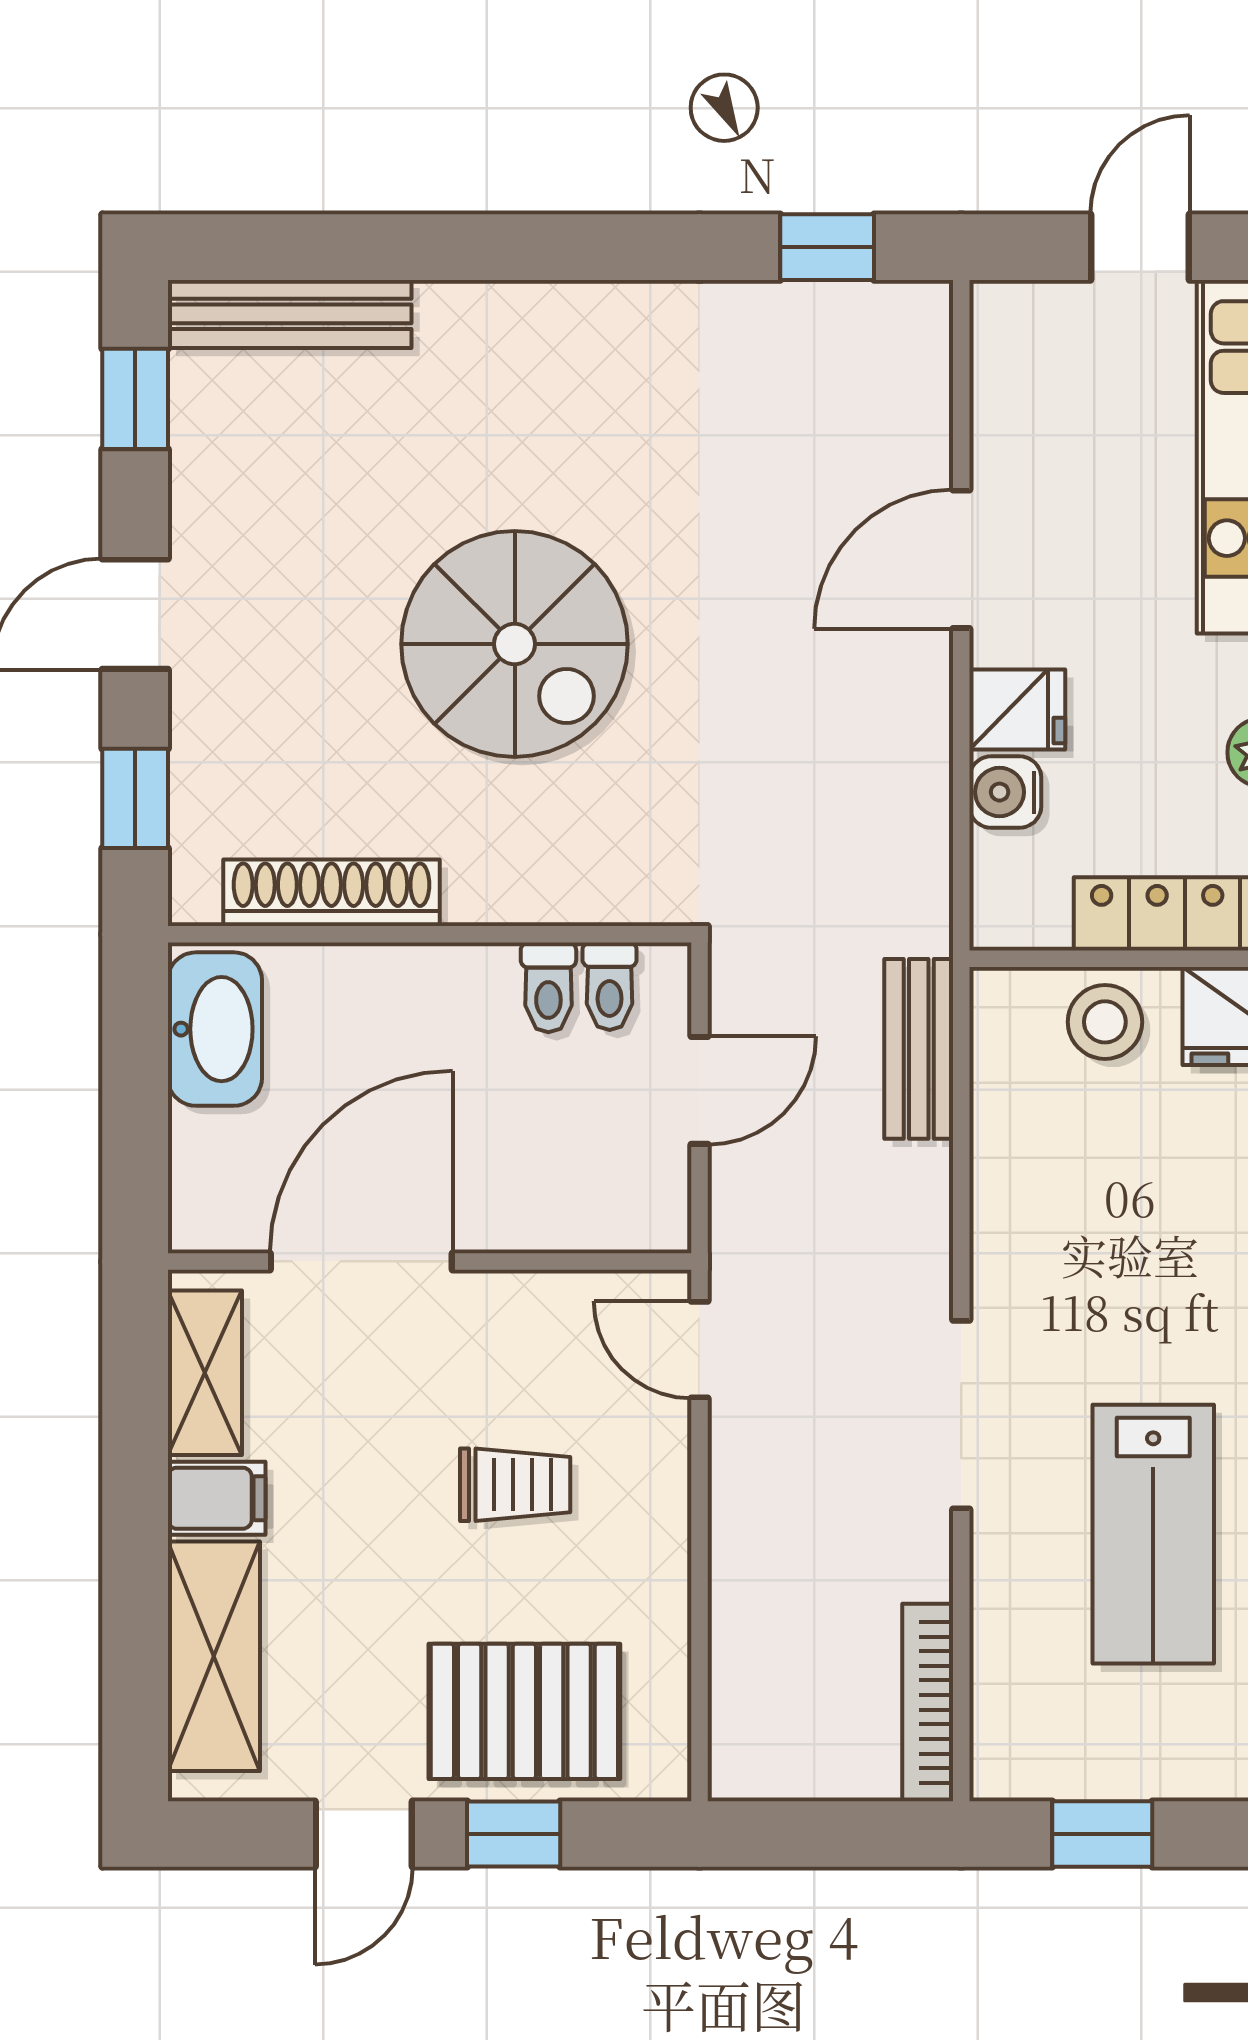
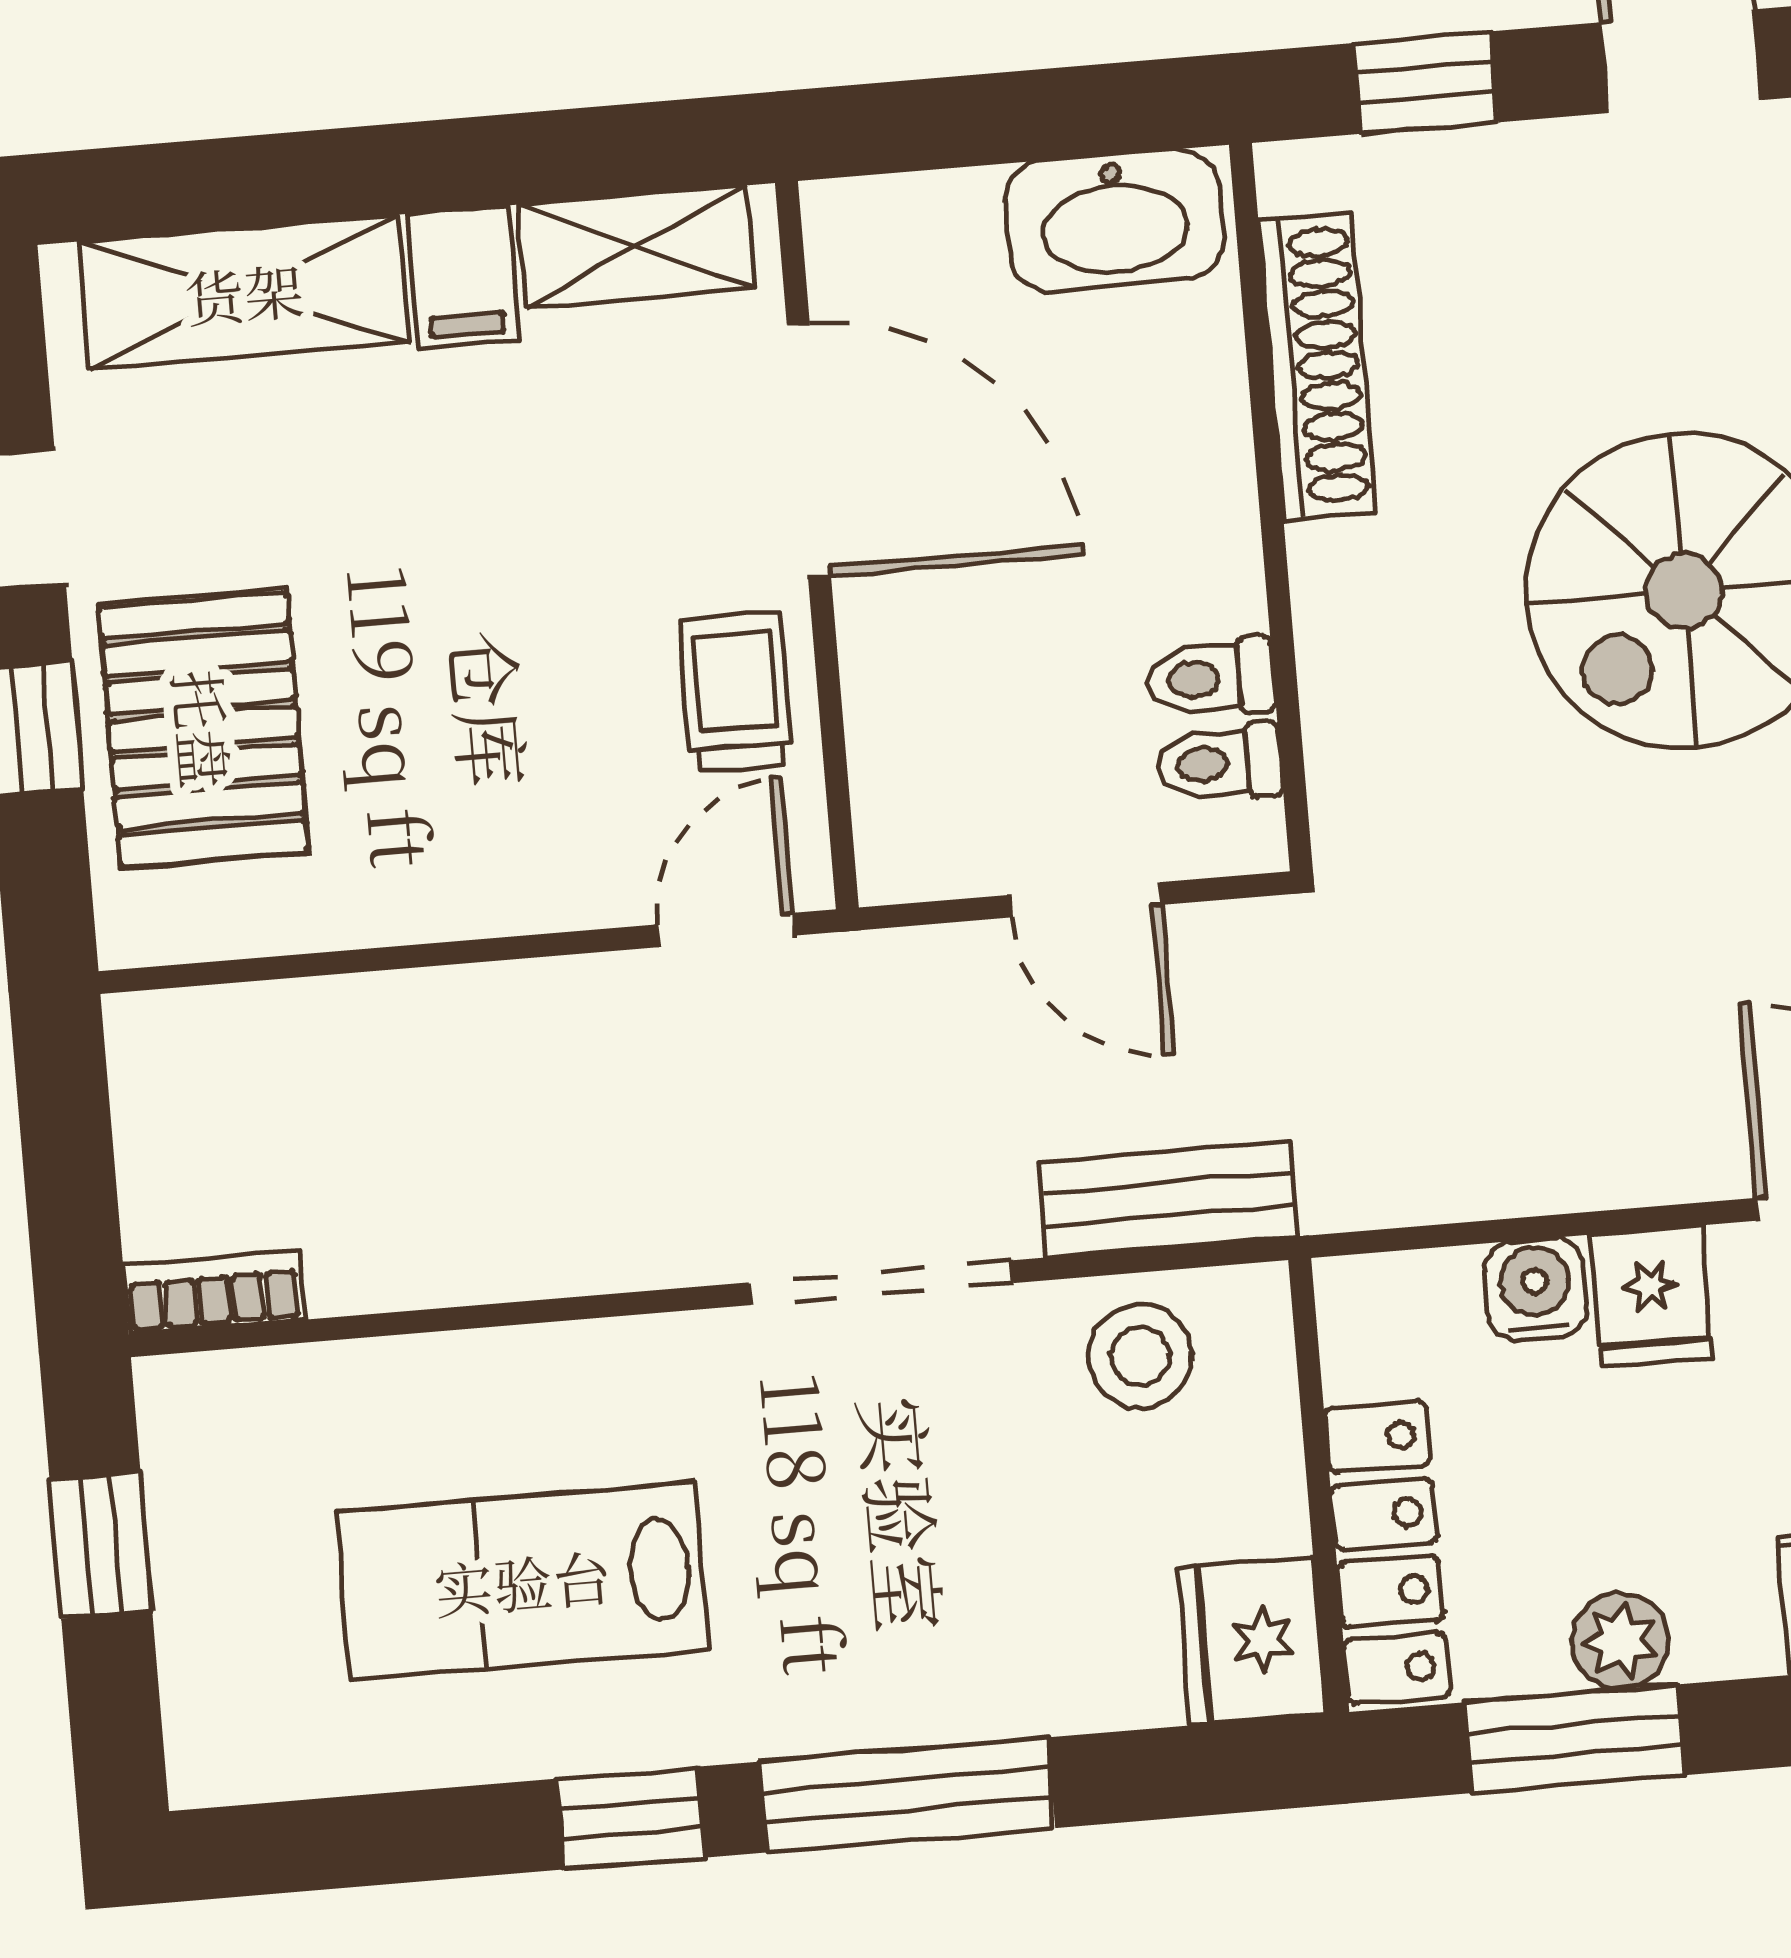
stool: (1105, 1022) -> (1140, 1356), moved
doorway: (961, 1415) -> (881, 1283), moved
trolley: (515, 1485) -> (736, 691), moved, turned 180
bookcase: (928, 1702) -> (214, 1292), width x0.64

